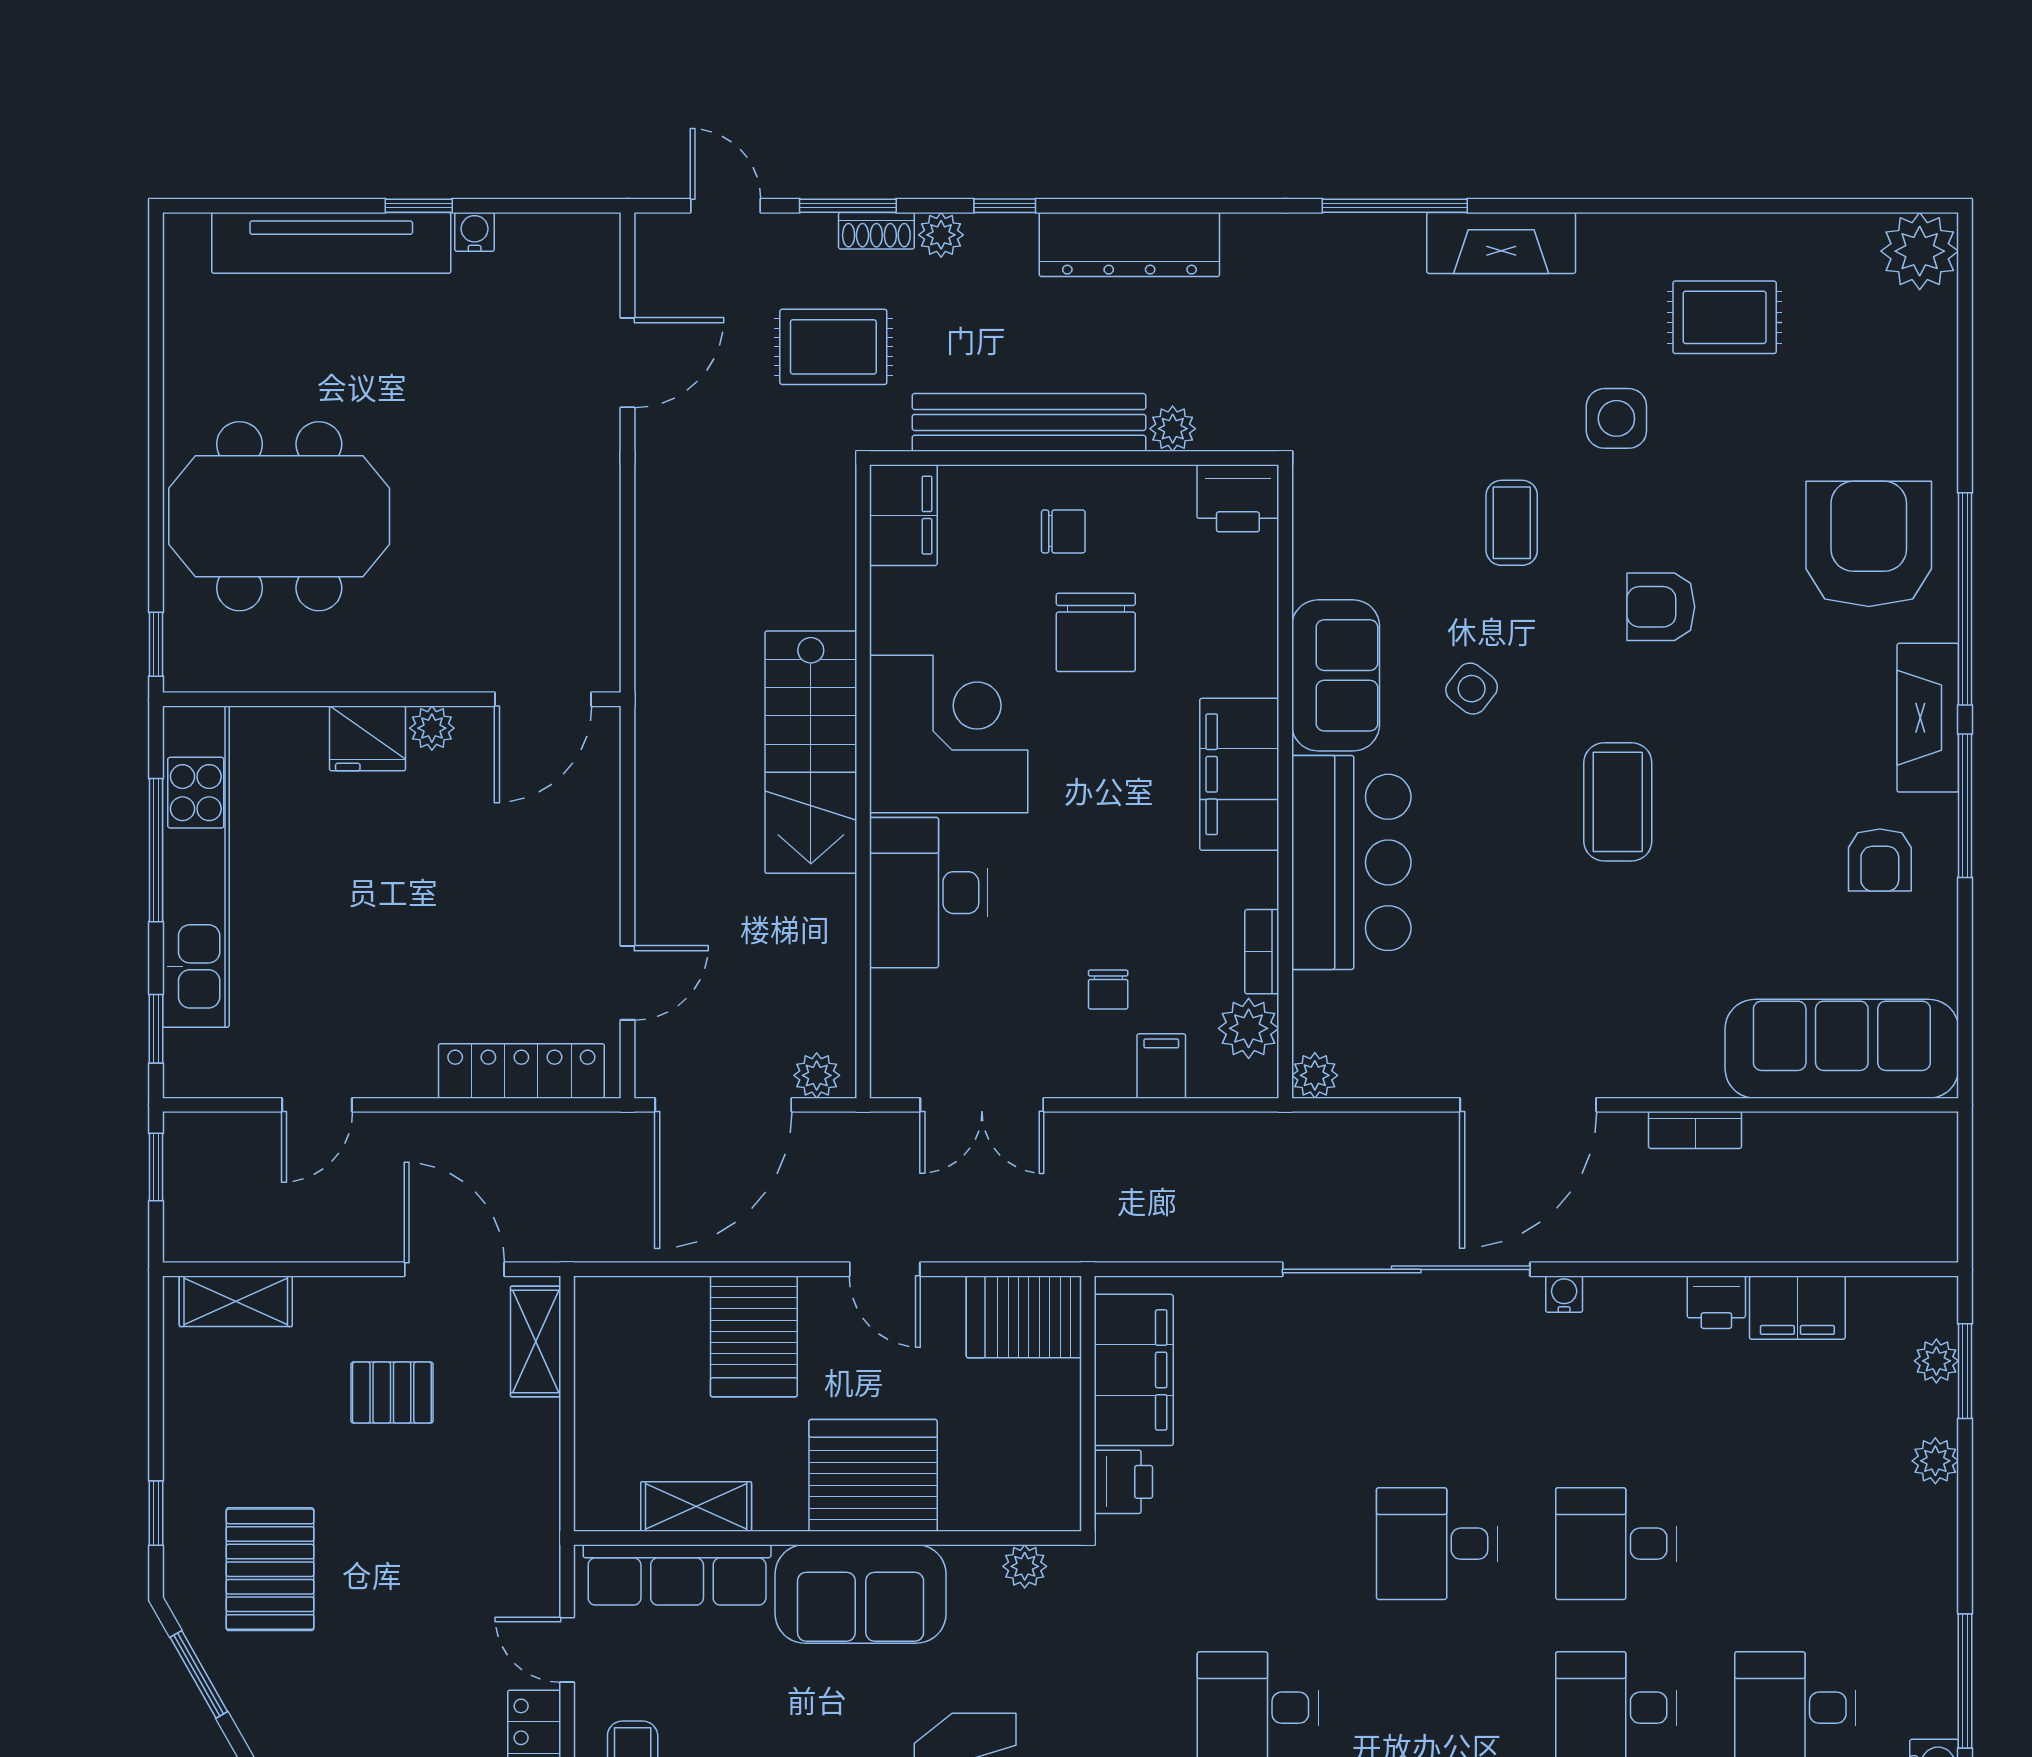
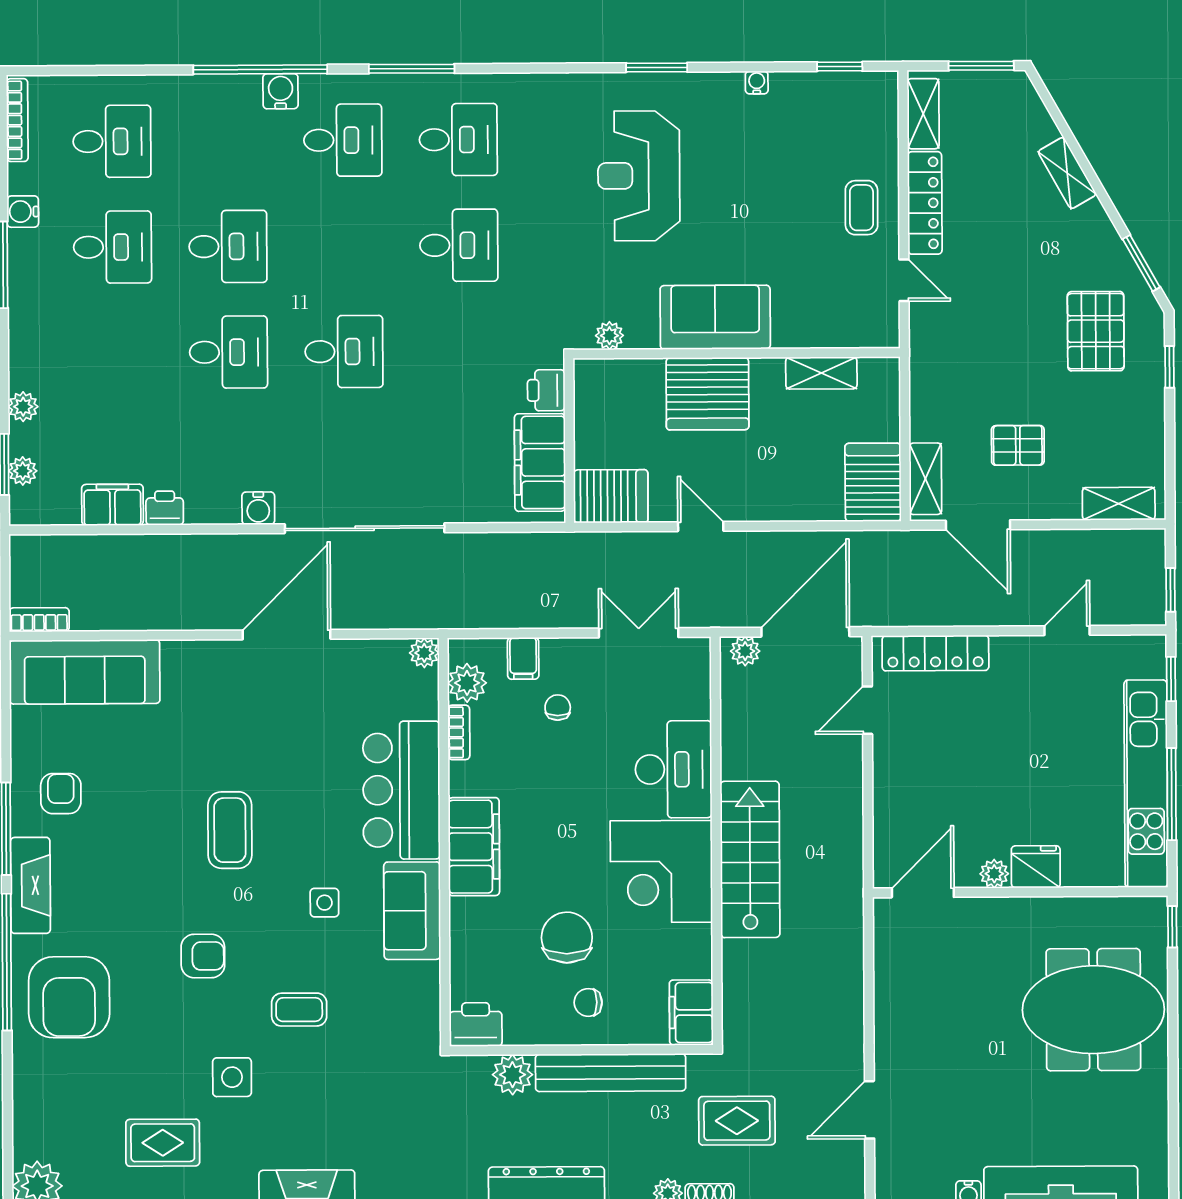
plant: (1173, 429) -> (512, 1075), width x1.38, depth x1.38
coffee table: (1512, 523) -> (299, 1010), turned 90
side table: (1472, 689) -> (324, 903), turned -38
bookcase: (1695, 1130) -> (39, 620), moved
water cooler: (1564, 1294) -> (258, 508), width x1.38, depth x1.38
server rack: (754, 1336) -> (873, 482), moved
row of seats: (677, 1575) -> (833, 329), removed

